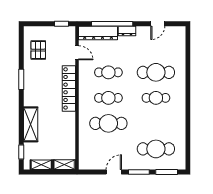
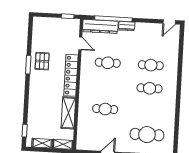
door: (158, 24) -> (169, 22), moved
pallet: (38, 50) -> (42, 61), moved
cafe table: (156, 72) -> (151, 65), width x0.73, depth x0.74
cafe table: (108, 98) -> (106, 86), removed
cafe table: (108, 123) -> (105, 109), width x0.73, depth x0.74
shelving: (31, 124) -> (68, 113), moved

